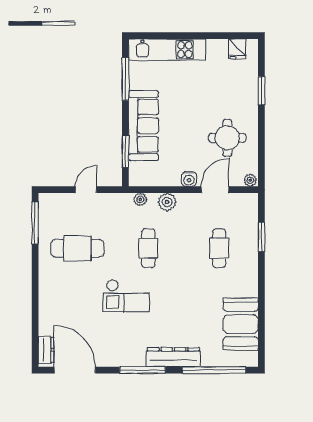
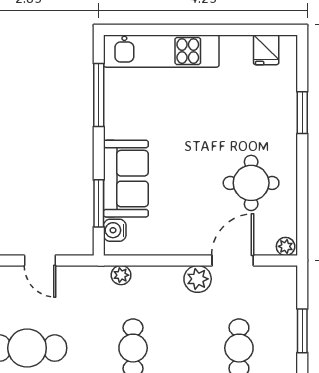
sofa: (143, 126) -> (126, 179), width x0.73
water cooler: (189, 179) -> (115, 230), moved, turned 90
door: (86, 190) -> (40, 260), swing flipped
plant: (167, 202) -> (198, 279), moved

